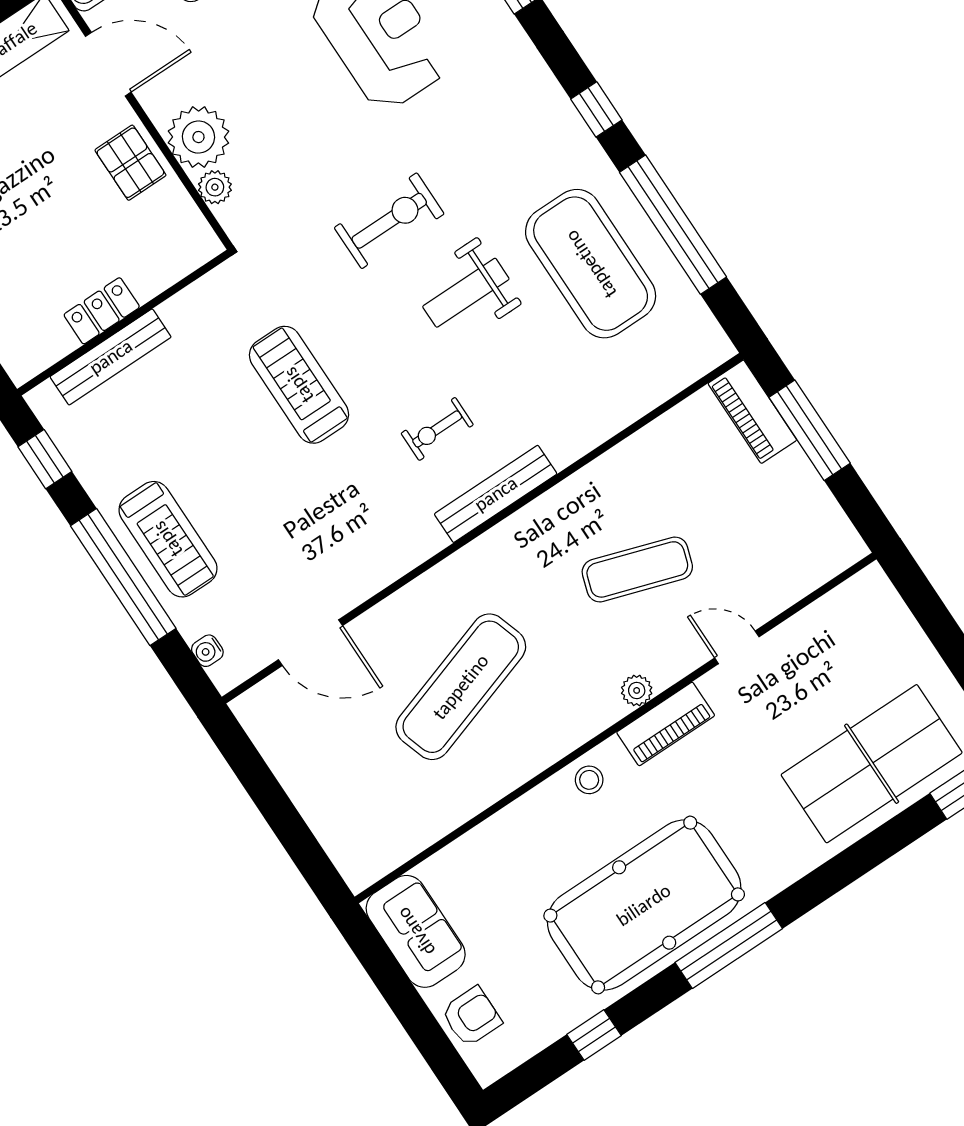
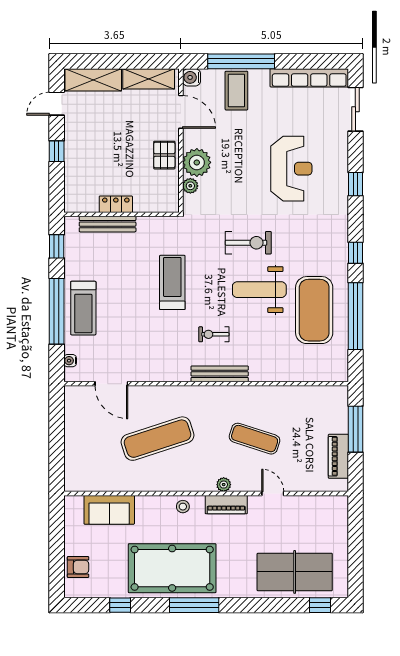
weight bench: (466, 293) -> (259, 290), width x1.36, depth x1.33
piano: (752, 412) -> (338, 456), moved
sofa: (416, 931) -> (109, 510), moved, turned 90

